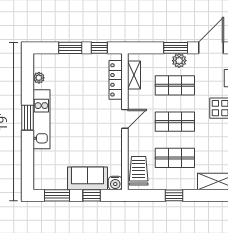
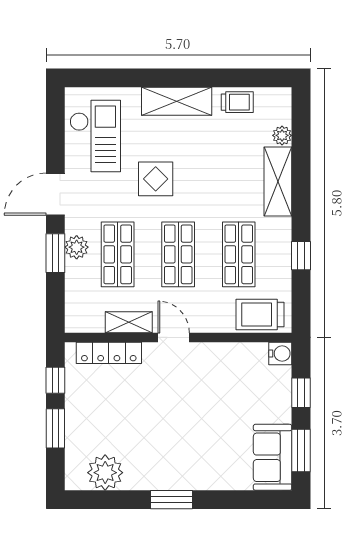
door: (211, 48) -> (55, 194), hinge flipped
shelving: (134, 75) -> (129, 322), moved
plant: (39, 78) -> (105, 473), width x1.87, depth x1.87
kitchen unit: (41, 119) -> (174, 476), removed
sofa: (87, 178) -> (273, 457), moved

